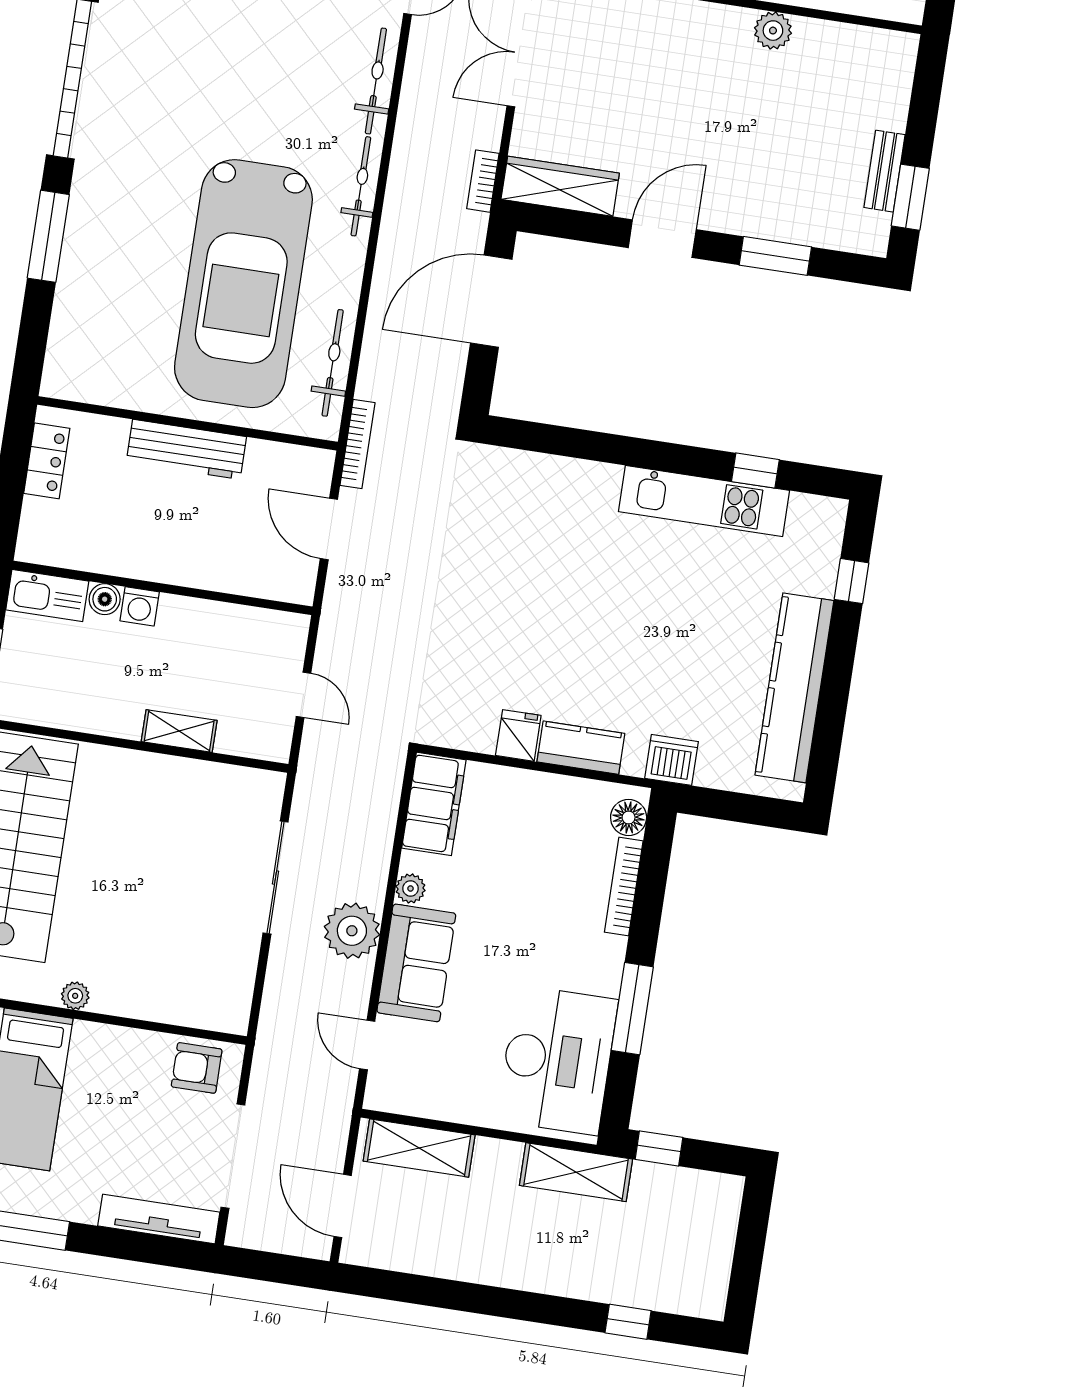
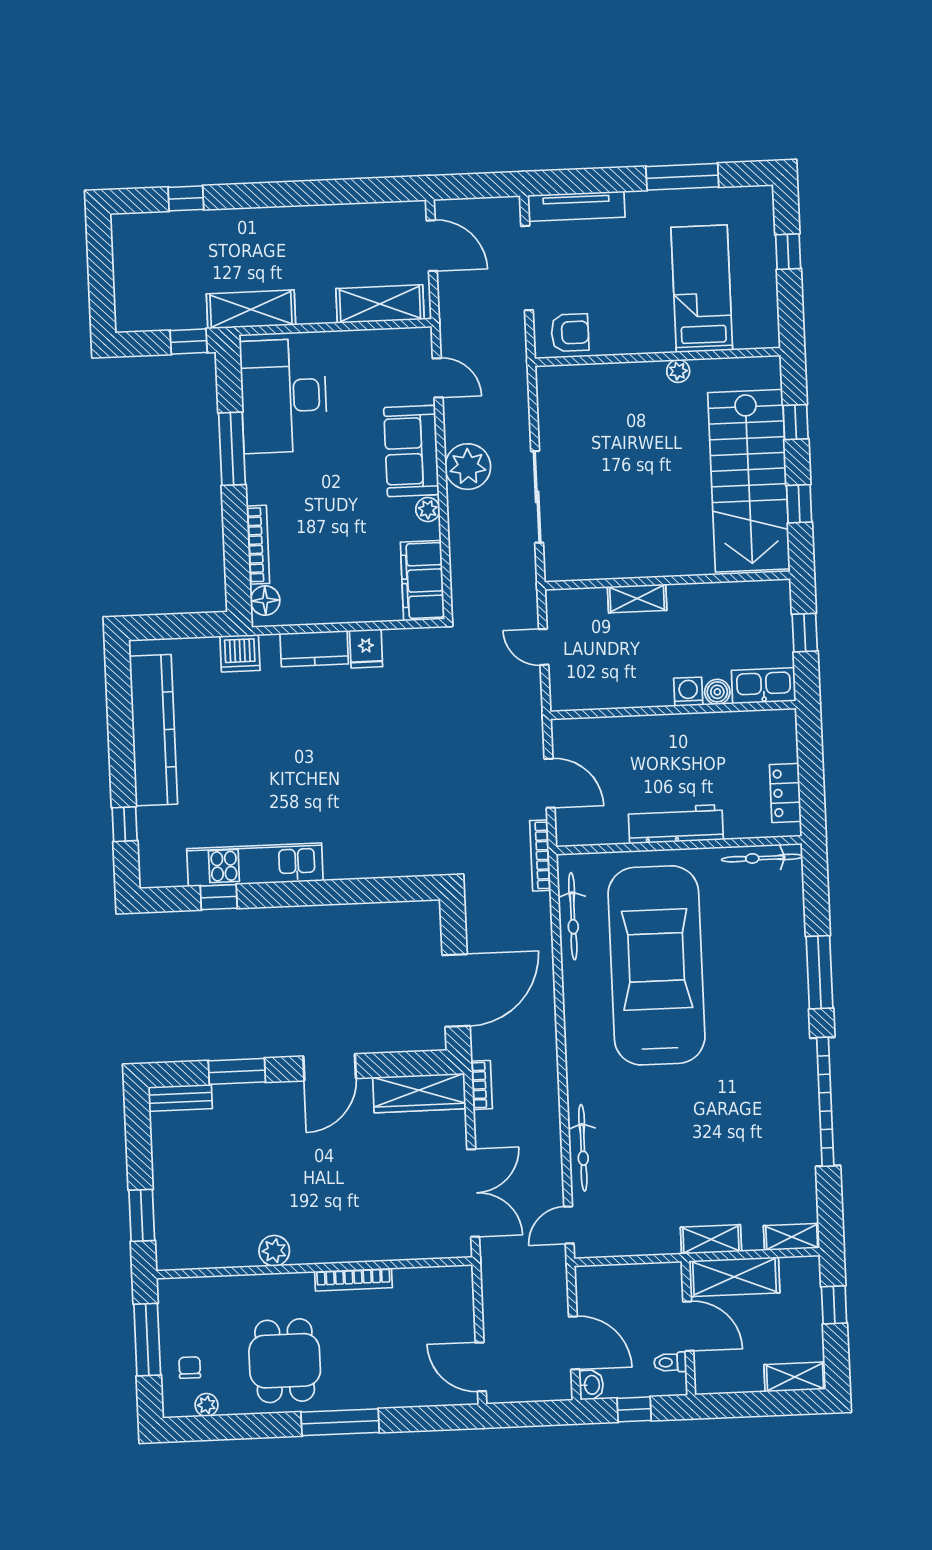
bench: (885, 171) -> (180, 1098), moved, turned 90
bicycle: (361, 186) -> (762, 858), moved, turned 90
window: (910, 197) -> (142, 1215), moved

